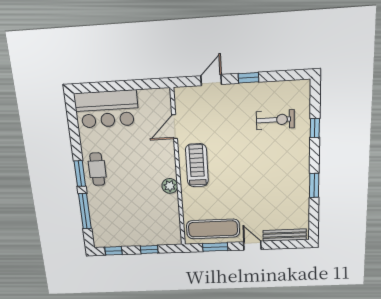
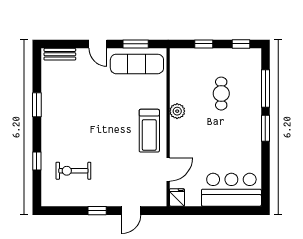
fridge: (163, 97) -> (177, 197), added
cafe table: (97, 169) -> (221, 94), moved
bench: (285, 235) -> (60, 54), width x0.73

